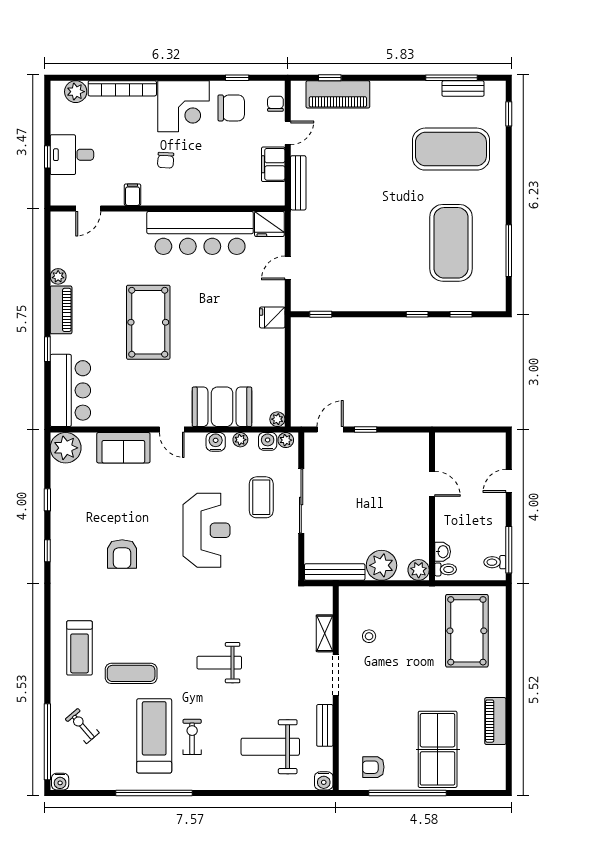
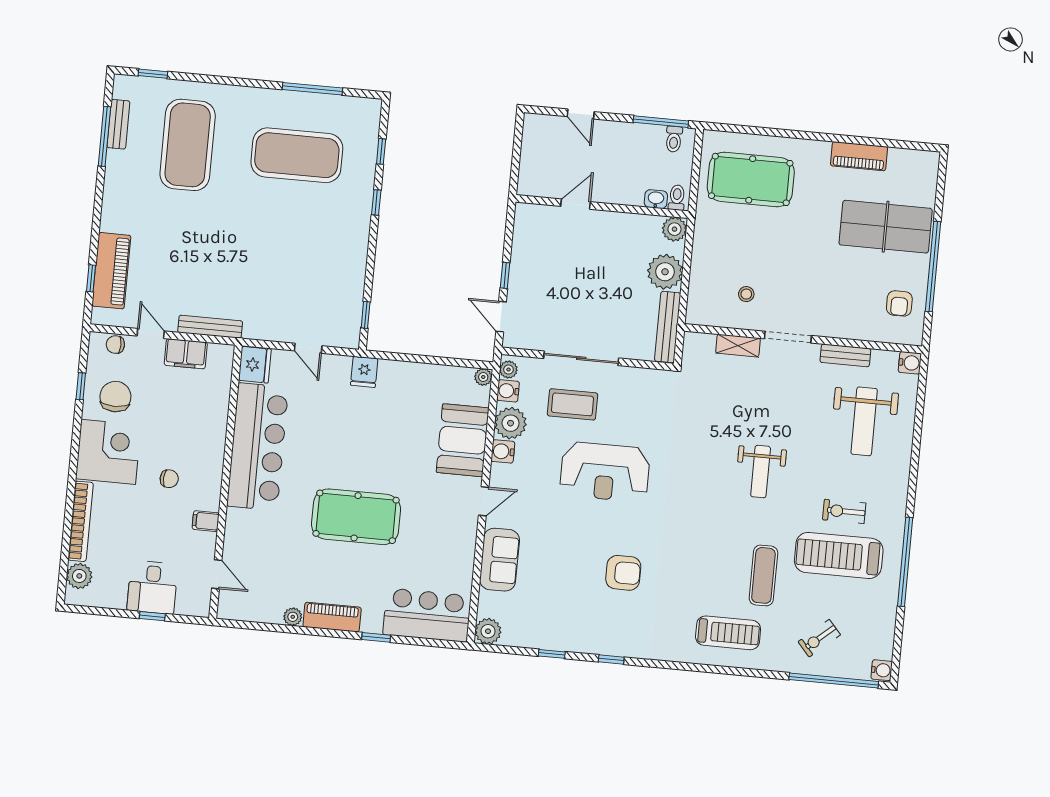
plant: (240, 440) -> (511, 423), width x1.88, depth x1.88
plant: (66, 448) -> (488, 631), width x0.73, depth x0.73
reception desk: (207, 530) -> (605, 472), turned 180

